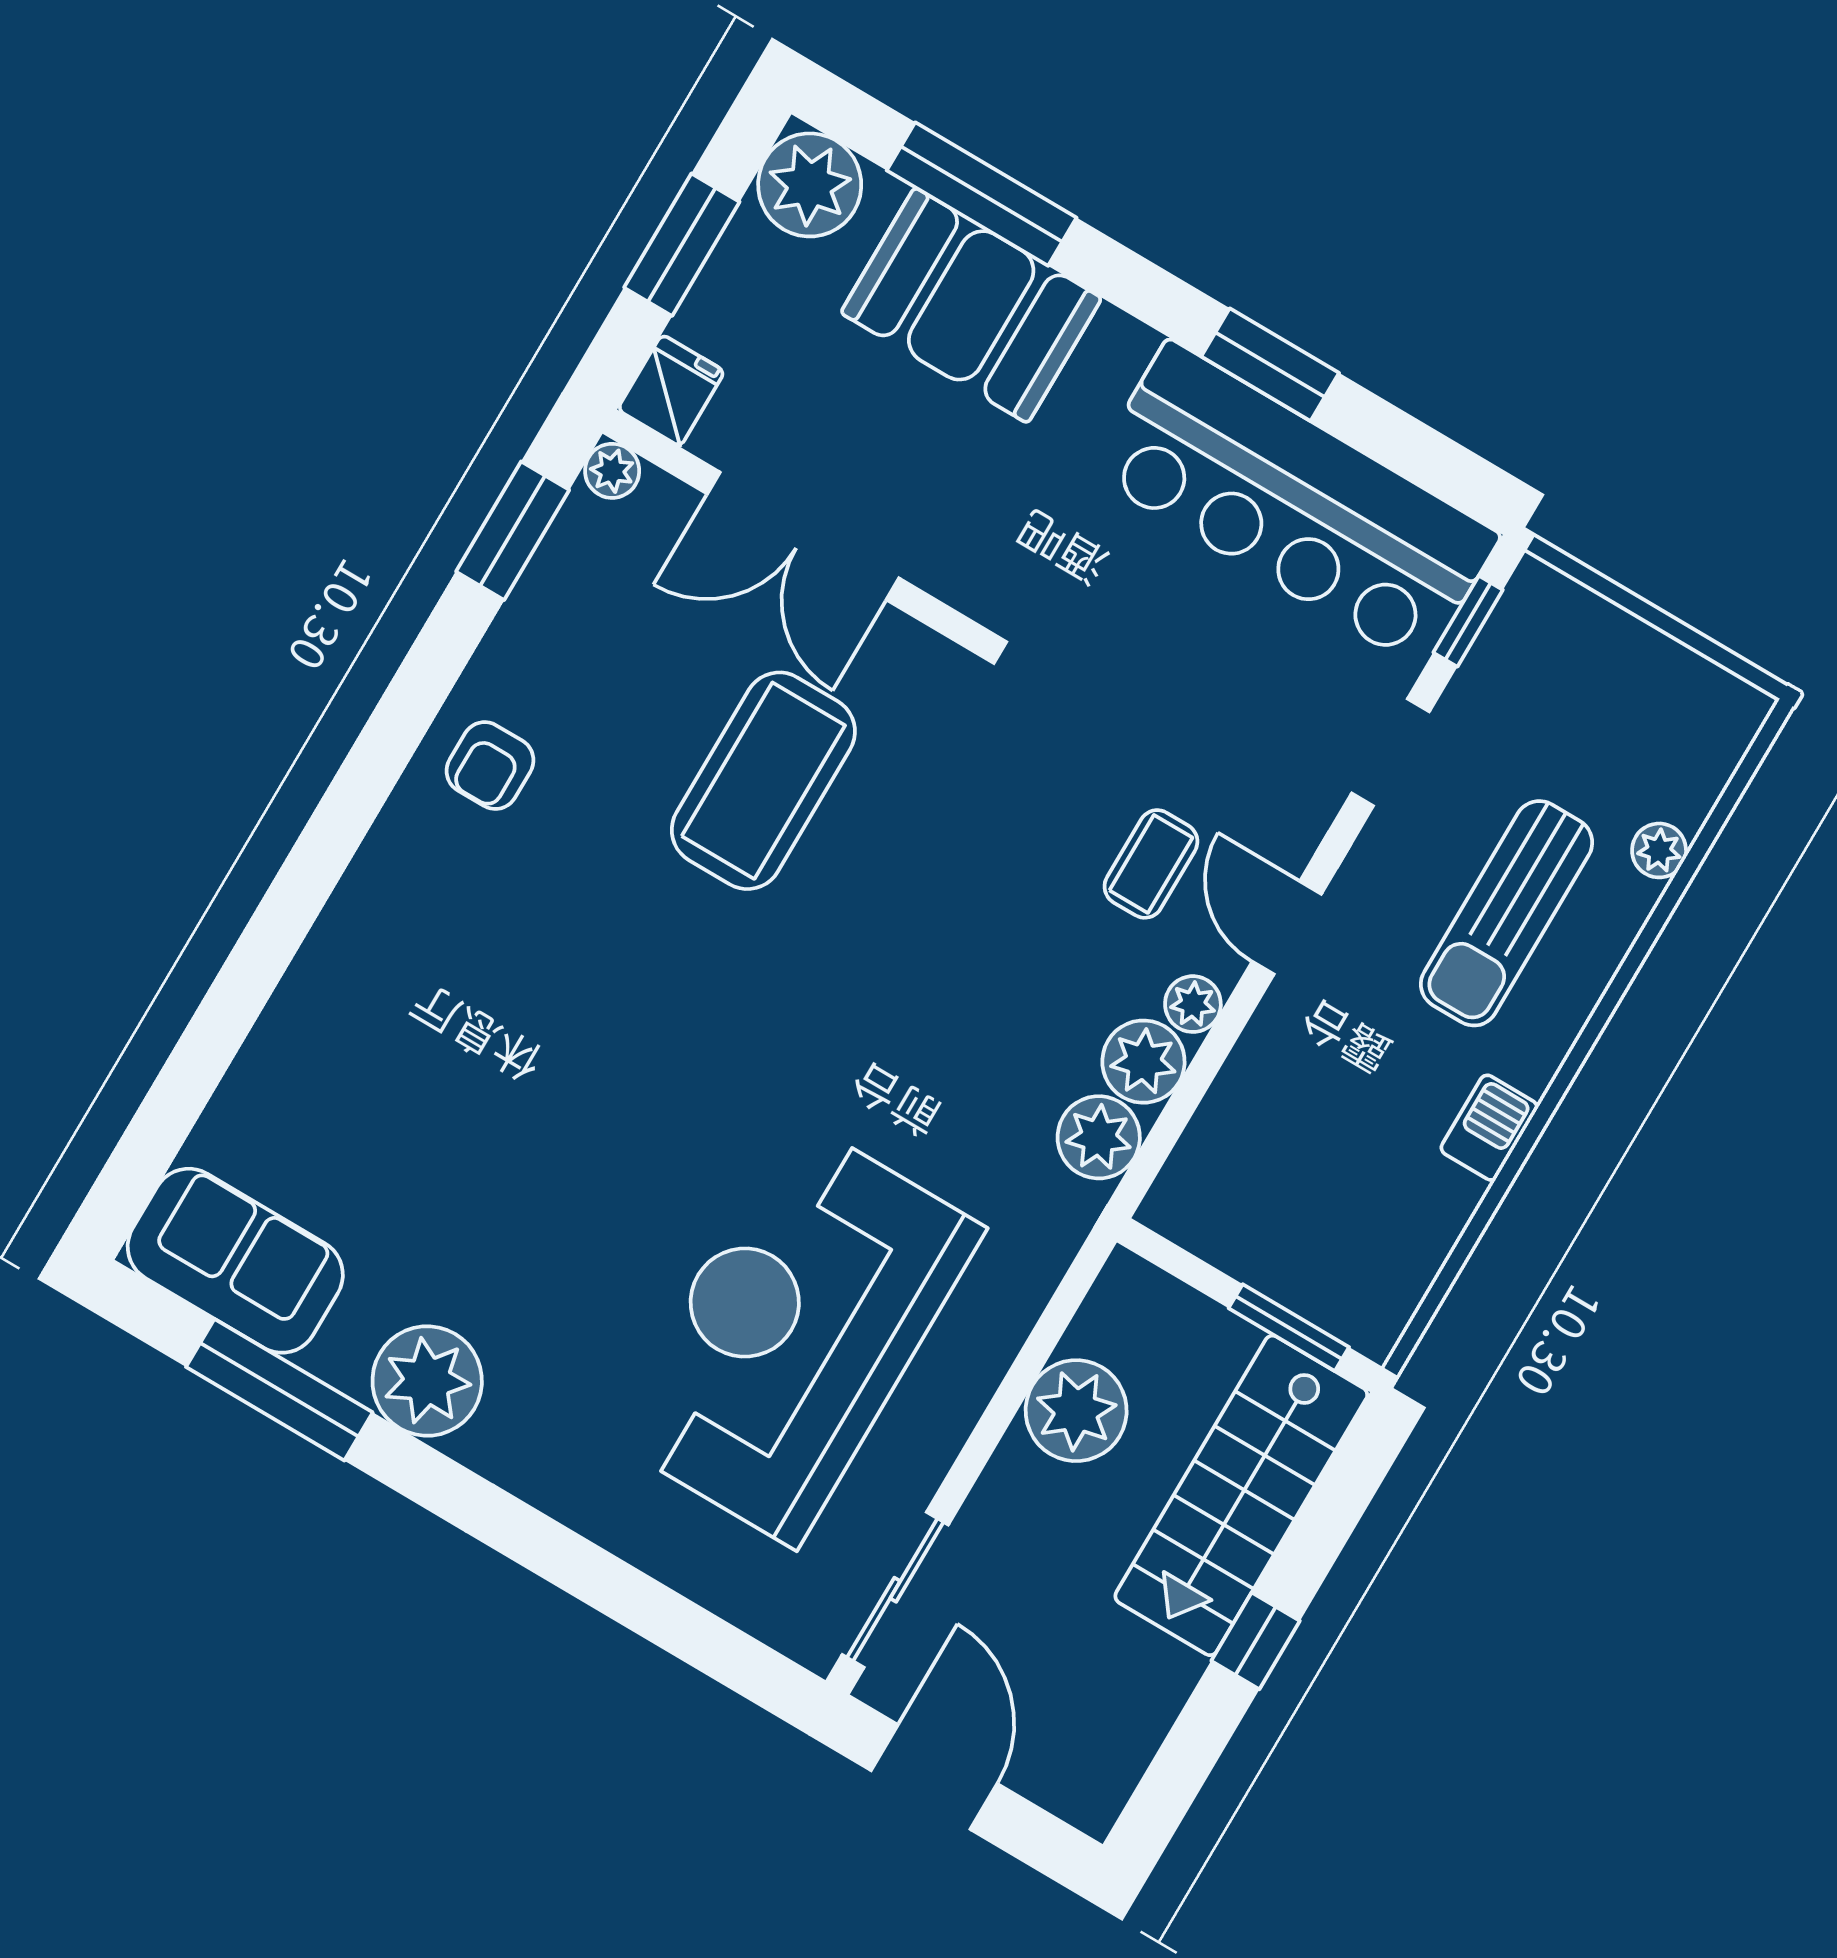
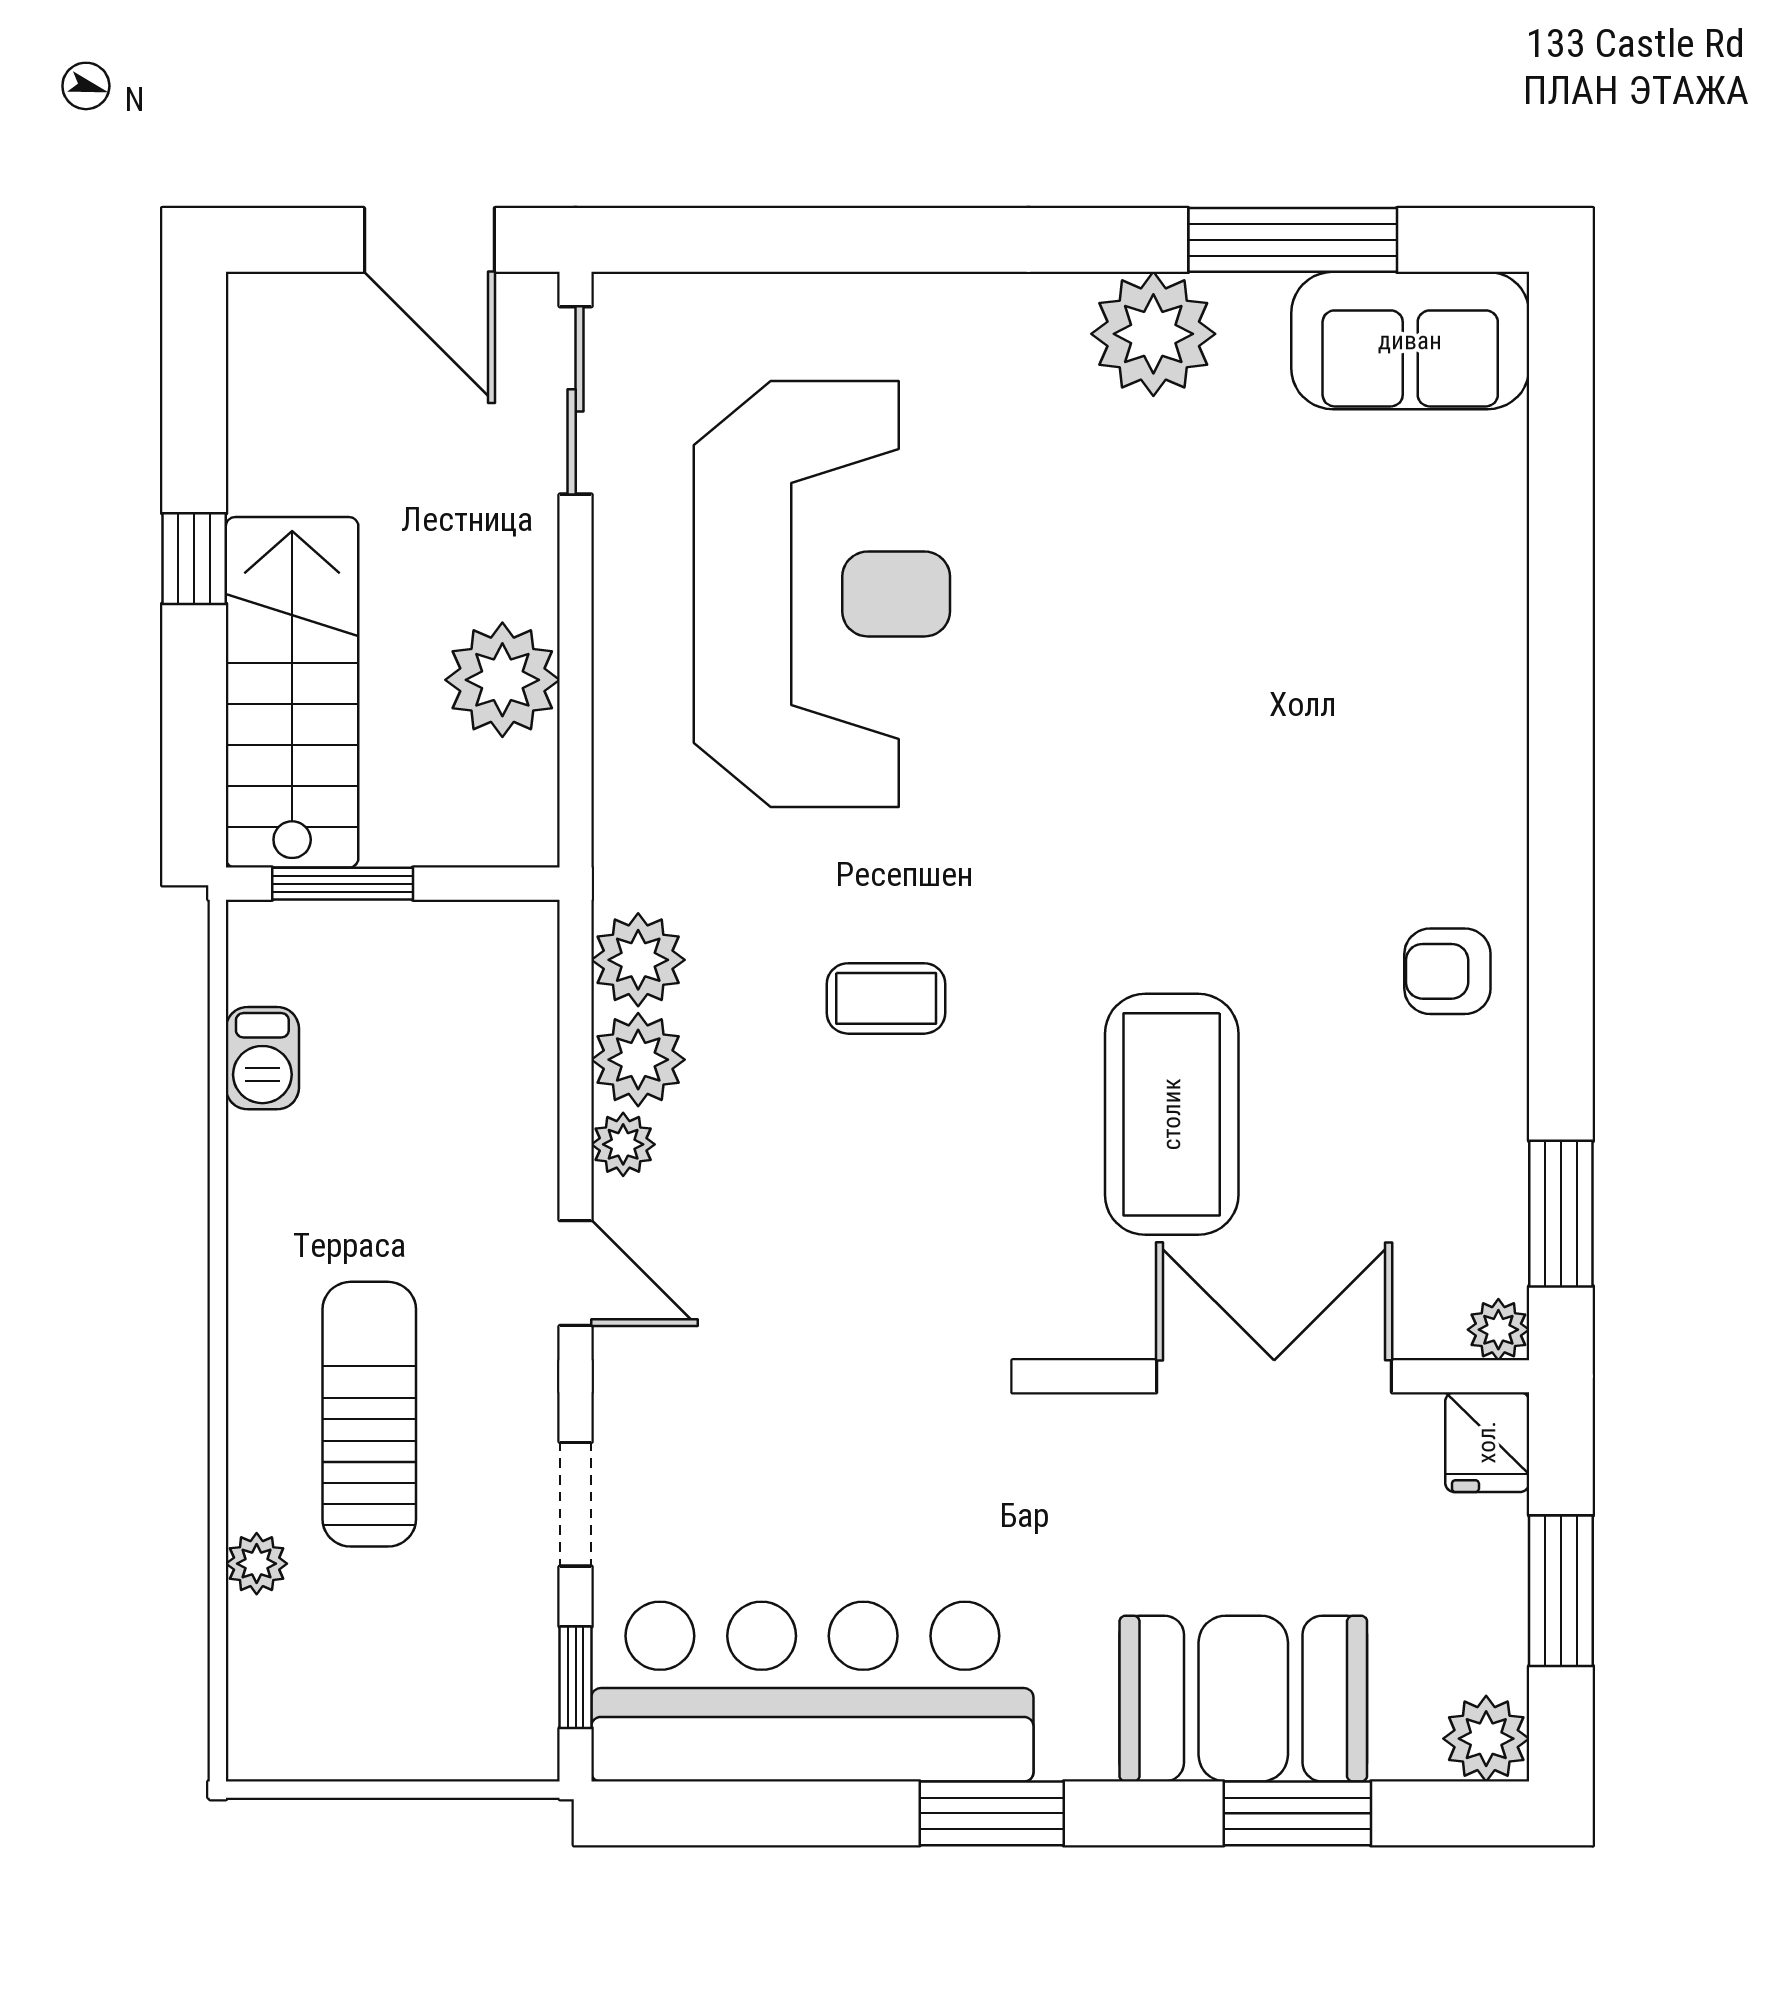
plant: (810, 185) -> (1486, 1739), width x0.73, depth x0.73
window: (982, 194) -> (1297, 1813), width x0.69
window: (1270, 365) -> (992, 1813), moved
armchair: (490, 766) -> (1447, 971), turned -90
coffee table: (1151, 864) -> (886, 998), moved, turned 90
barbecue: (1489, 1128) -> (262, 1058), moved

